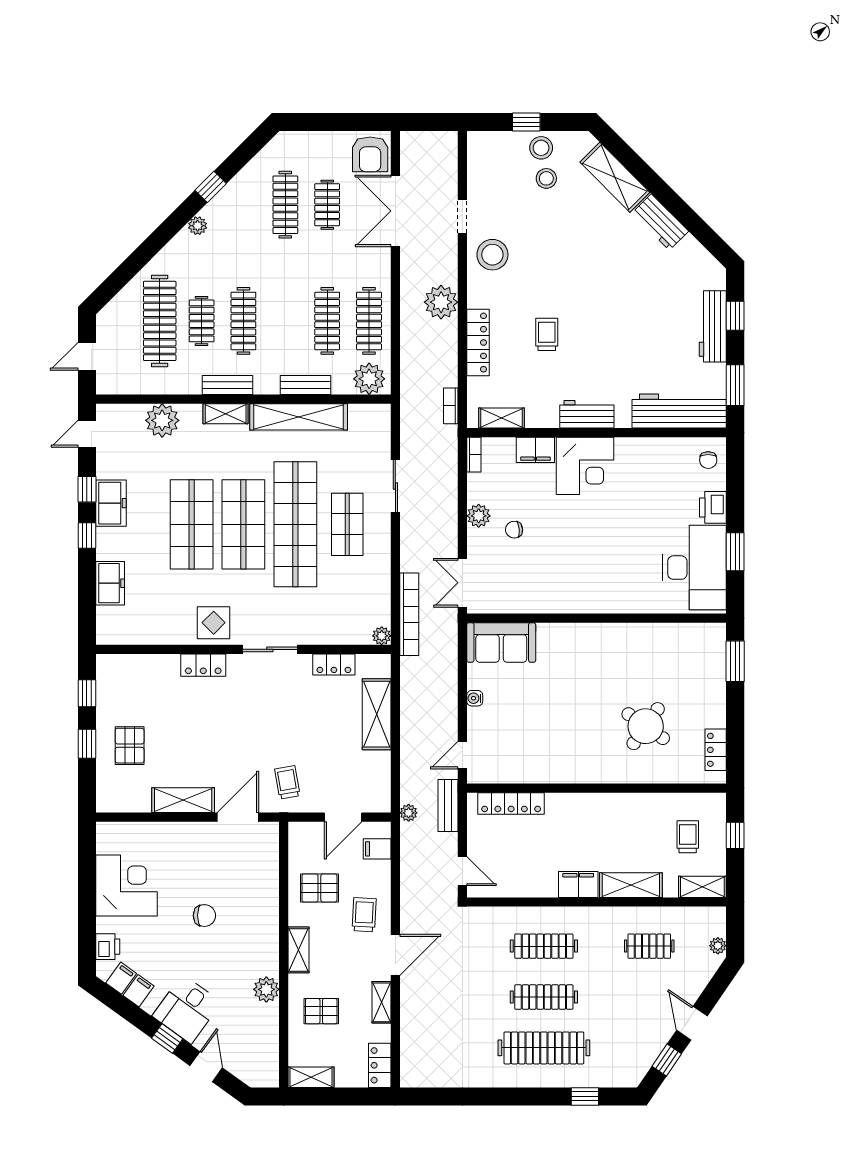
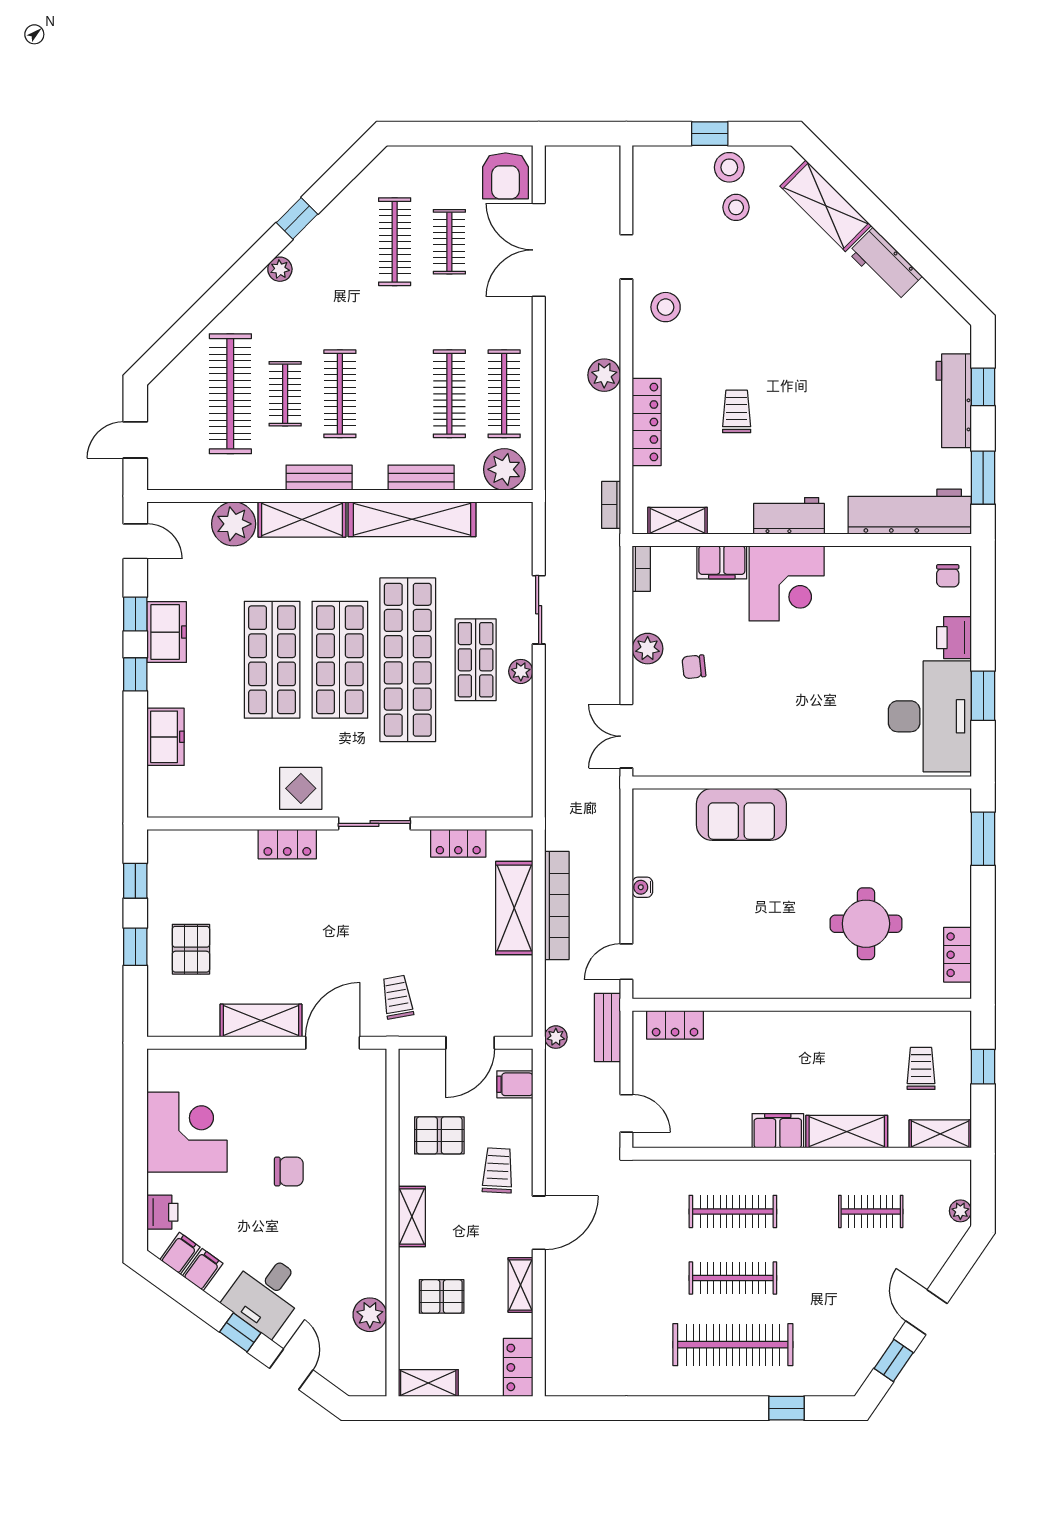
stool: (492, 255) -> (666, 307), width x0.73, depth x0.73
plant: (441, 302) -> (604, 375), width x0.73, depth x0.73
shelving: (226, 414) -> (302, 519), width x1.50, depth x1.33
door: (87, 434) -> (135, 541), swing flipped
bookcase: (409, 614) -> (557, 905), moved
plant: (382, 636) -> (521, 671), moved
sofa: (501, 643) -> (741, 814), moved
round table: (646, 726) -> (866, 924), turned -35
locker: (511, 803) -> (675, 1025), width x0.66
plant: (266, 989) -> (370, 1315), moved

